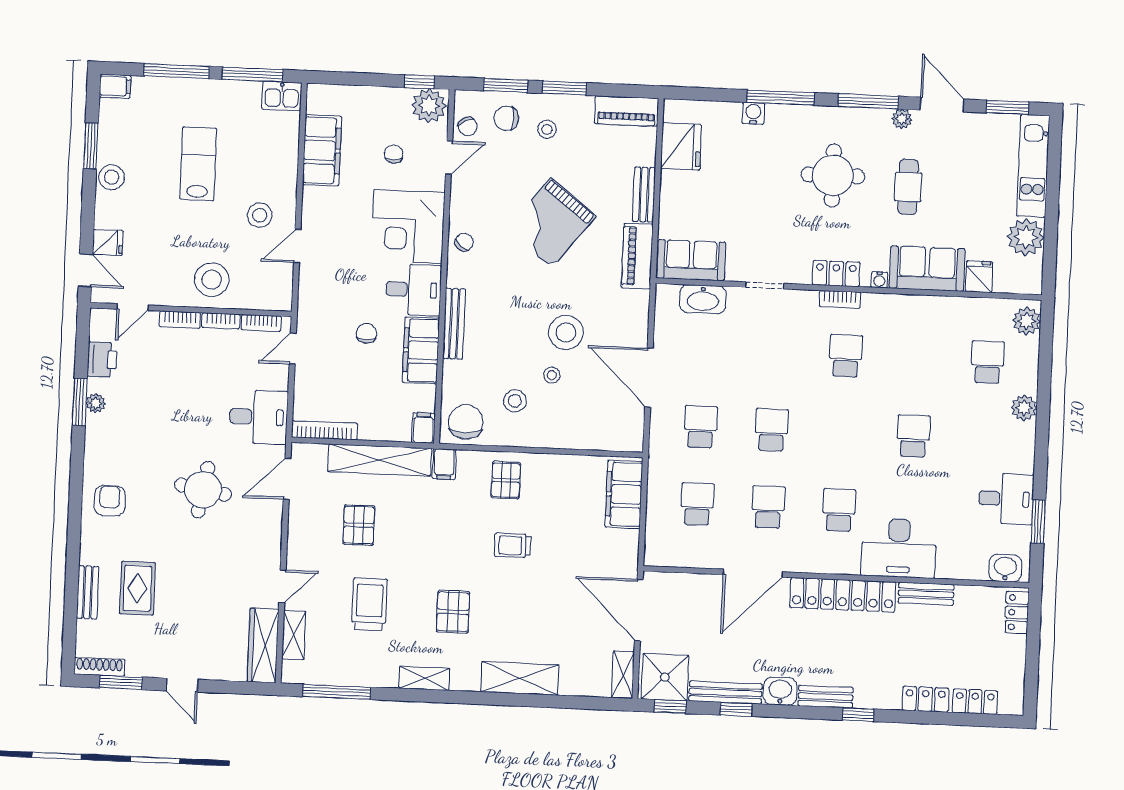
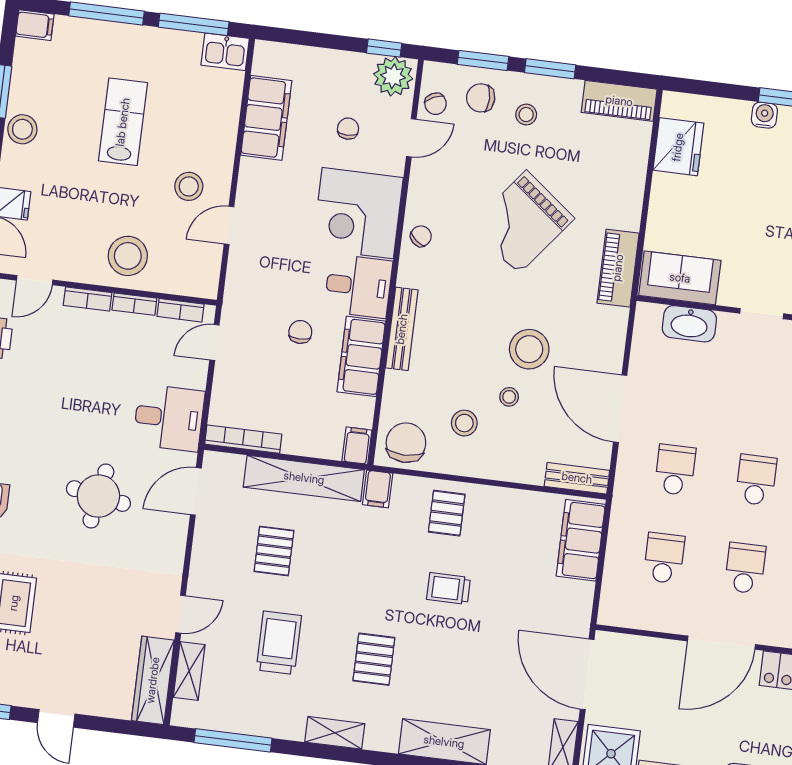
bench: (644, 194) -> (577, 478), moved, turned 90

